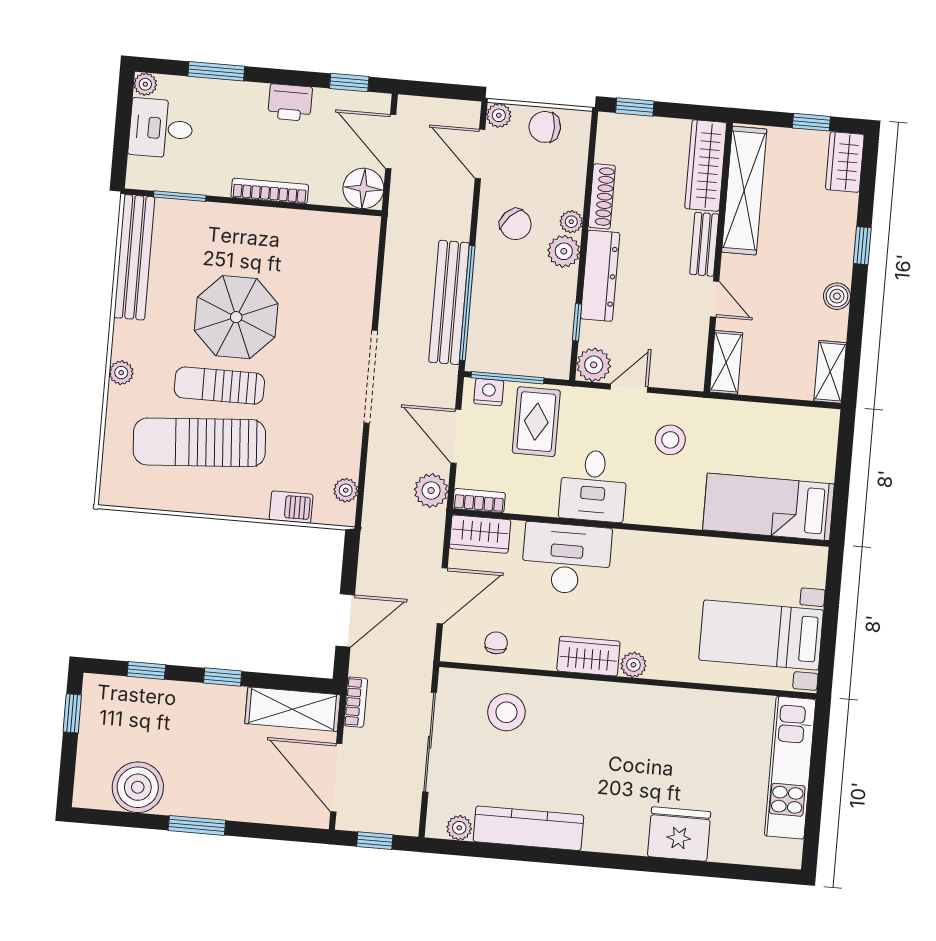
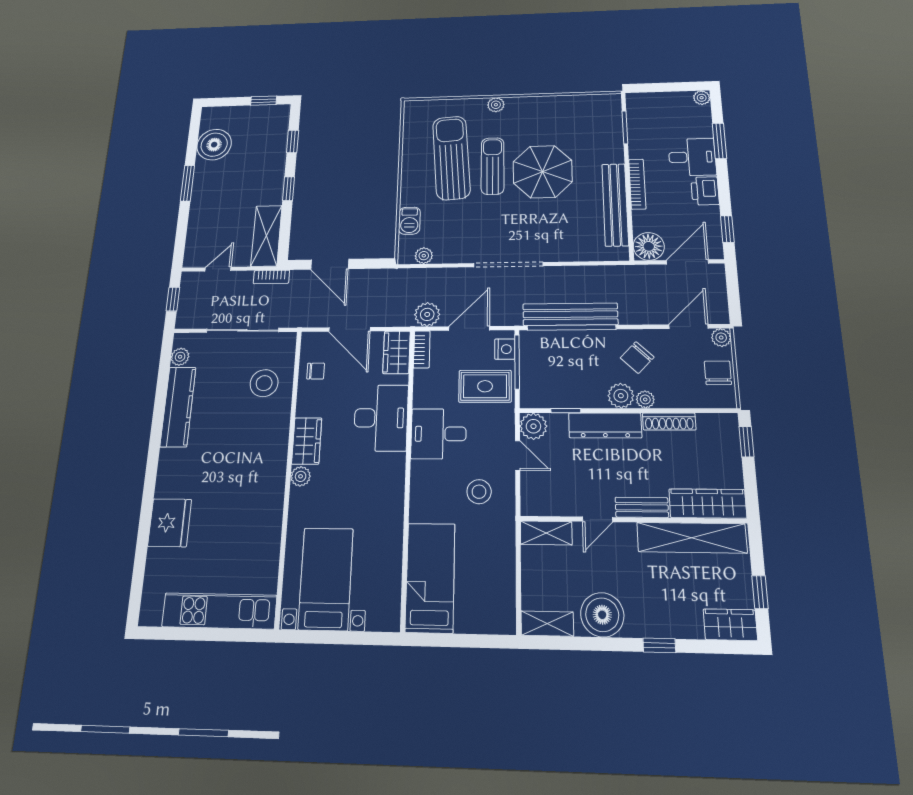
desk: (161, 128) -> (692, 157), moved, turned 90
bench: (134, 257) -> (615, 205), moved, turned 90
boiler: (837, 296) -> (602, 615), width x1.86, depth x1.86
door: (336, 778) -> (218, 269), width x0.53

